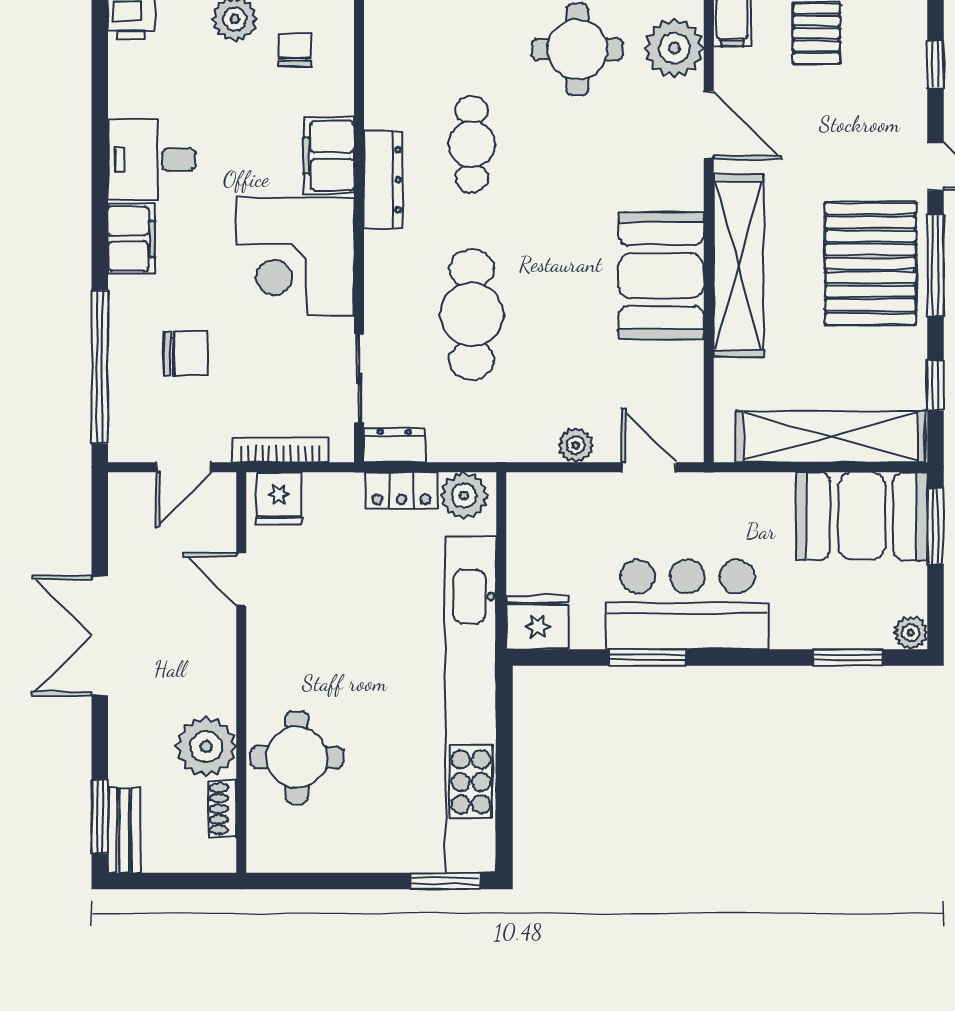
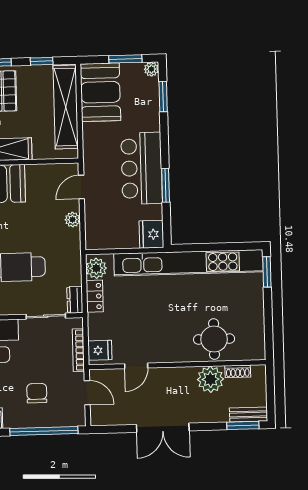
window: (935, 526) -> (125, 59), moved

